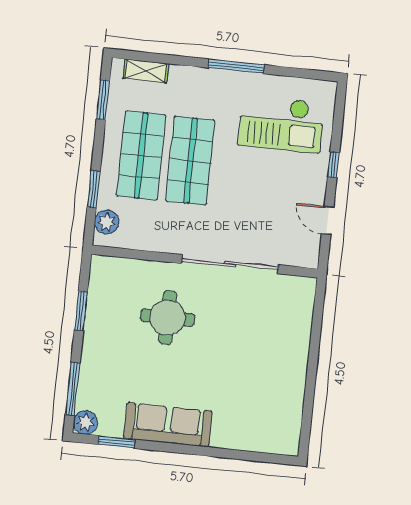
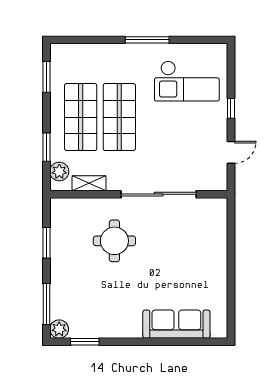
shelving: (146, 71) -> (89, 183), moved
door: (328, 220) -> (231, 152), swing flipped
sofa: (168, 425) -> (176, 324), moved

